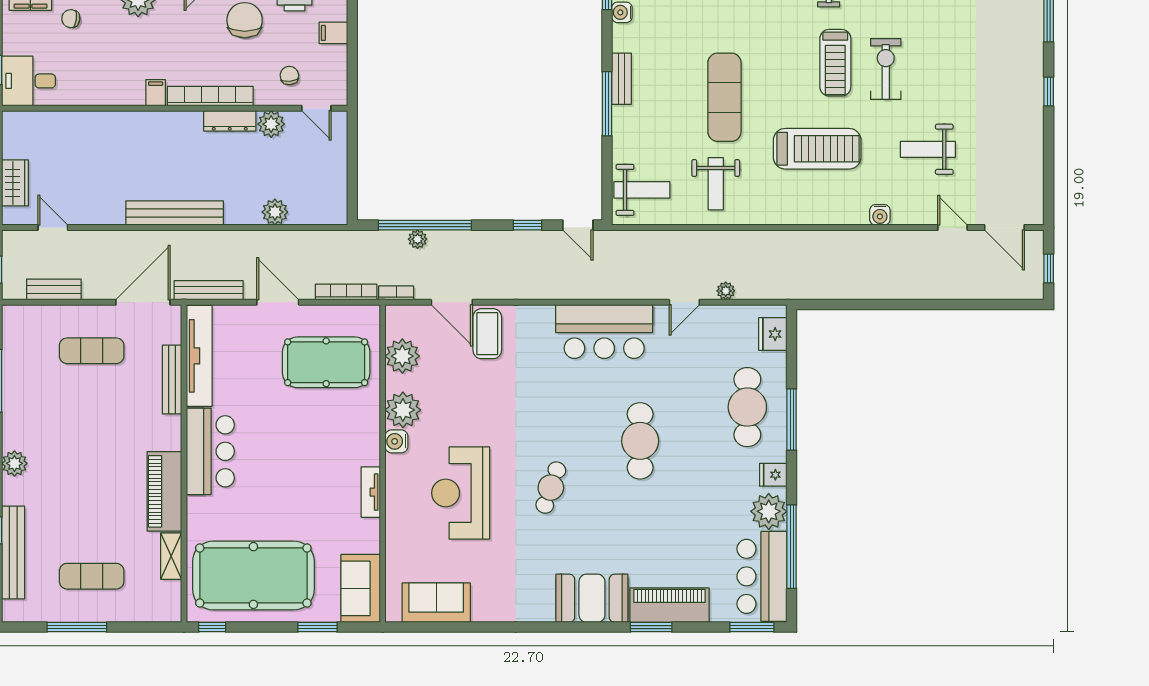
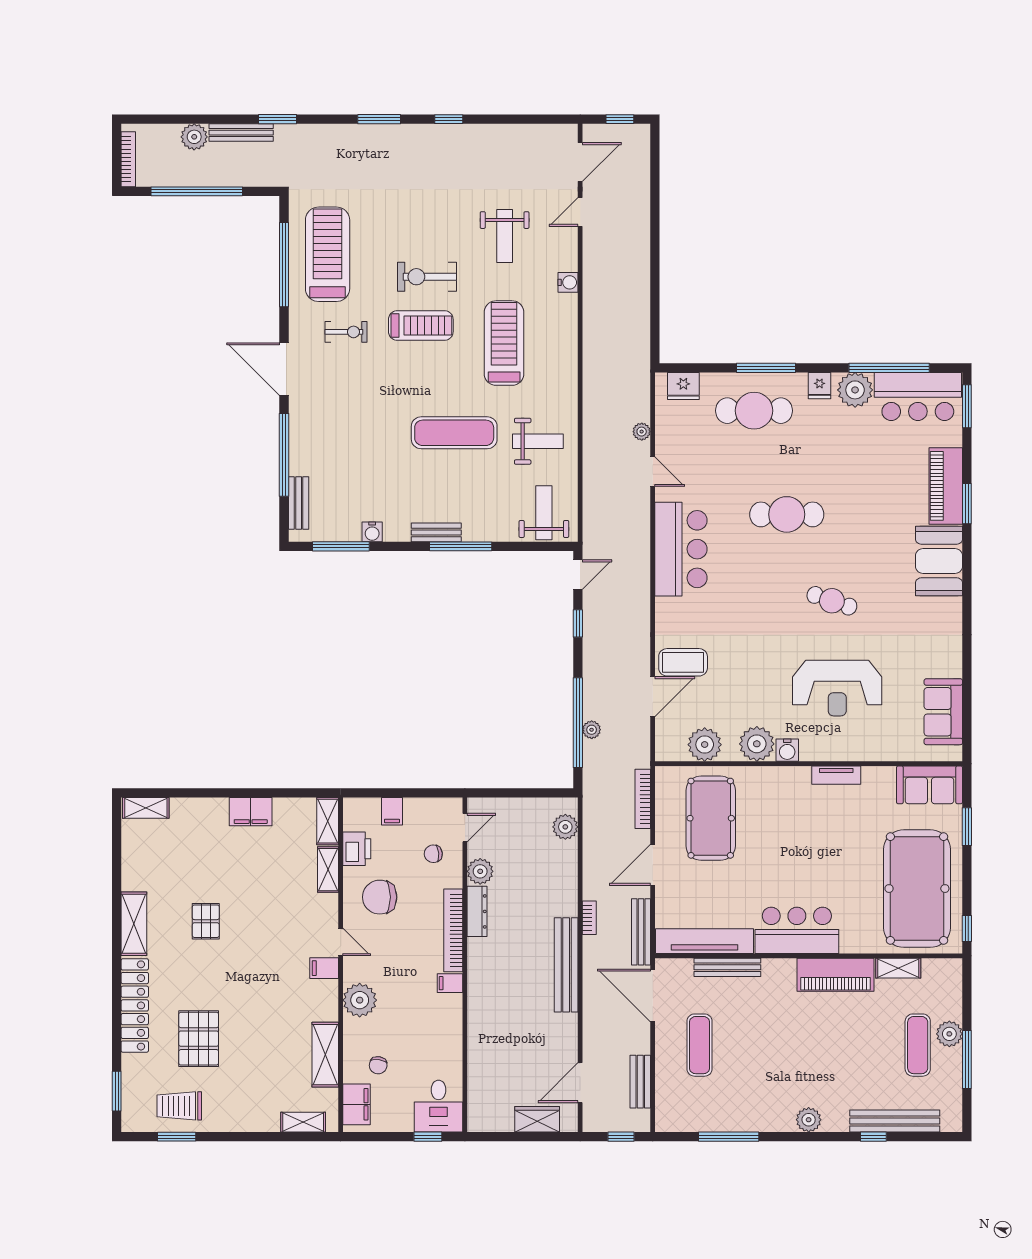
plant: (275, 212) -> (565, 827), moved
door: (53, 227) -> (580, 1083), width x1.38
bookcase: (396, 293) -> (589, 918), moved, turned 180
plant: (103, 609) -> (949, 1034), added

